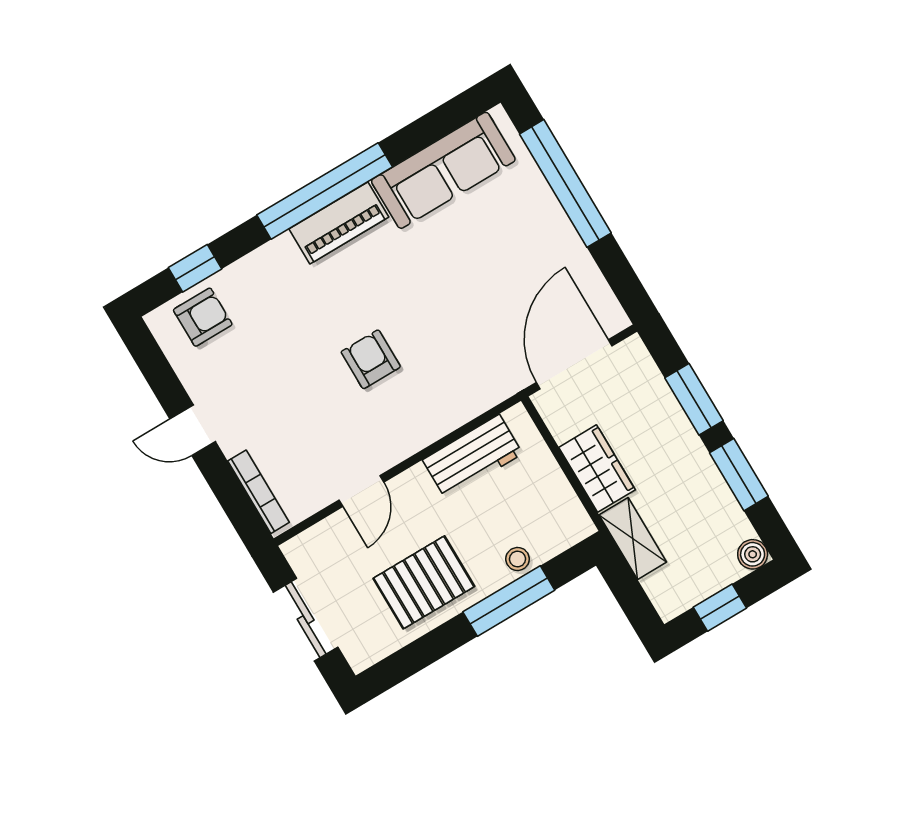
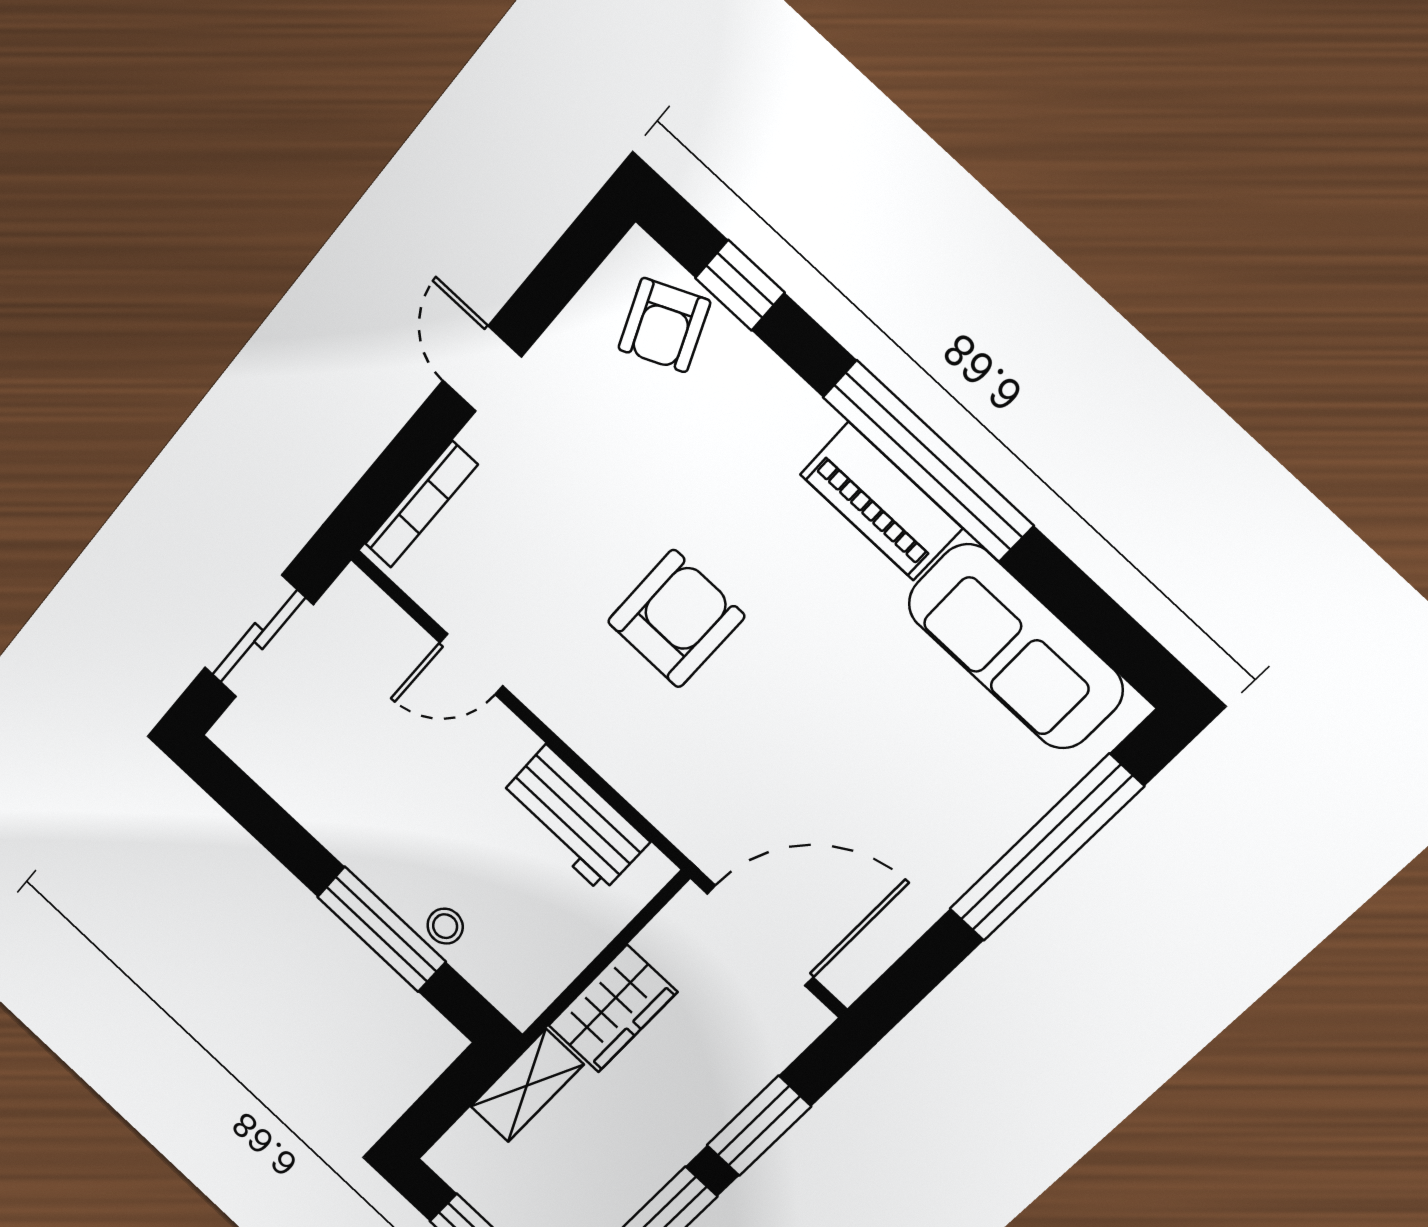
armchair: (203, 317) -> (664, 325), turned 67
armchair: (371, 359) -> (676, 619), width x1.38, depth x1.38
pallet: (424, 582) -> (368, 797), removed

